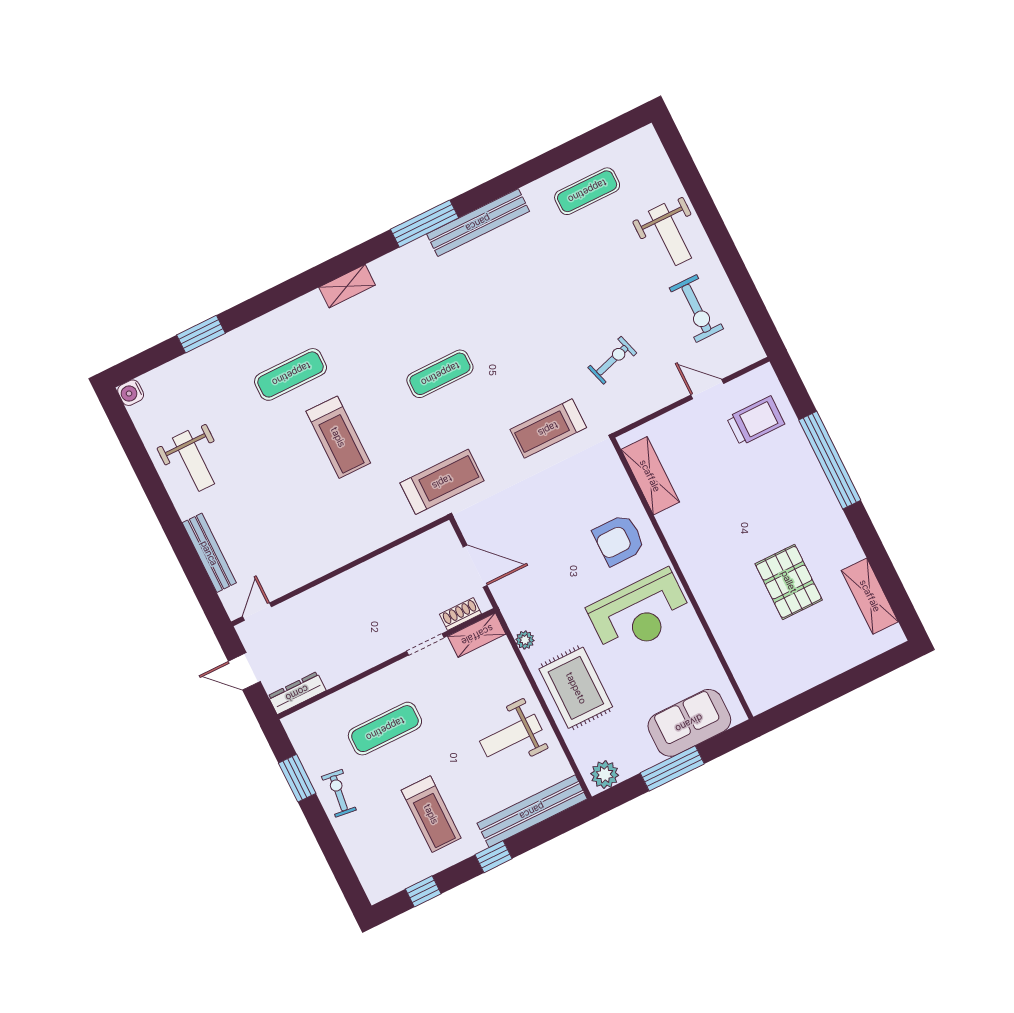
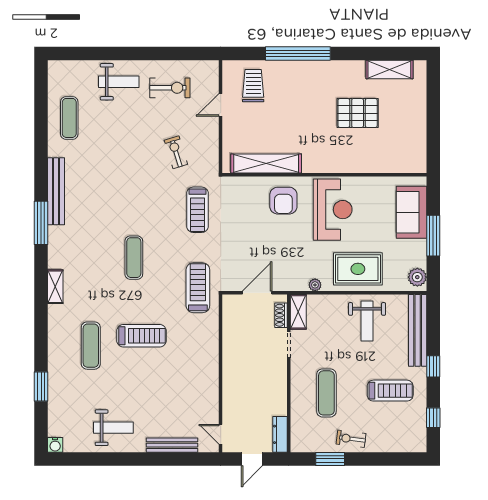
shelving: (650, 476) -> (266, 163), width x1.47

